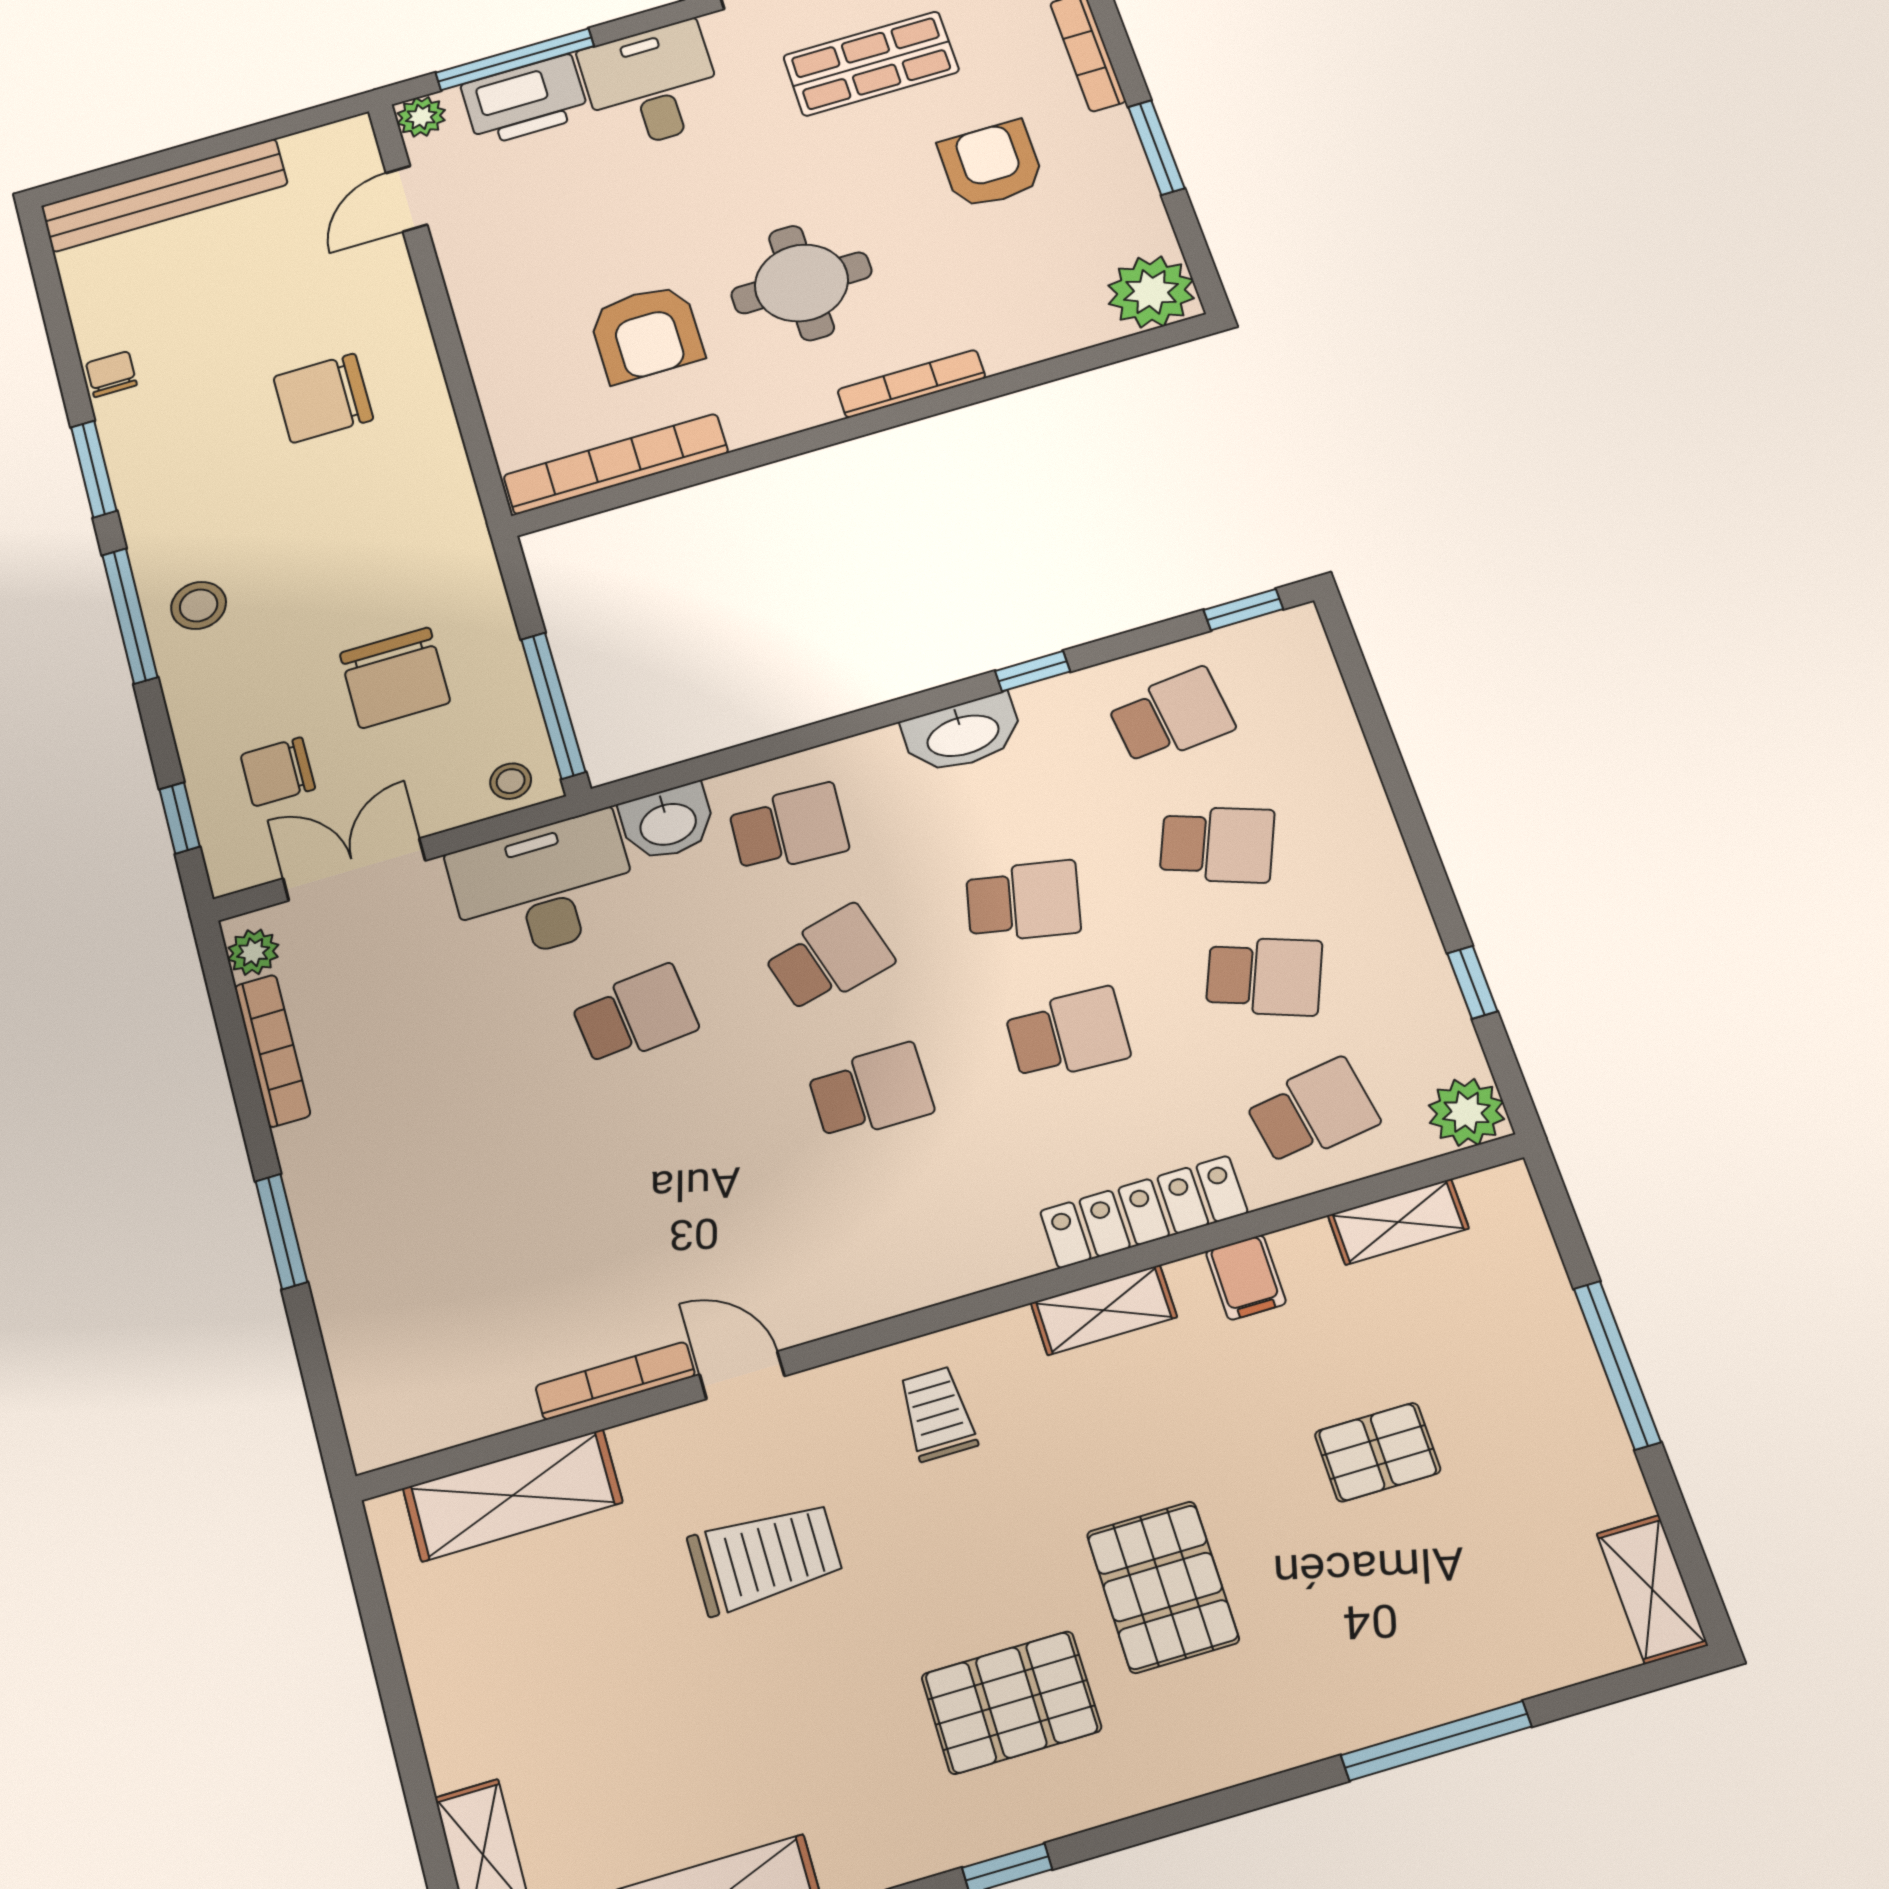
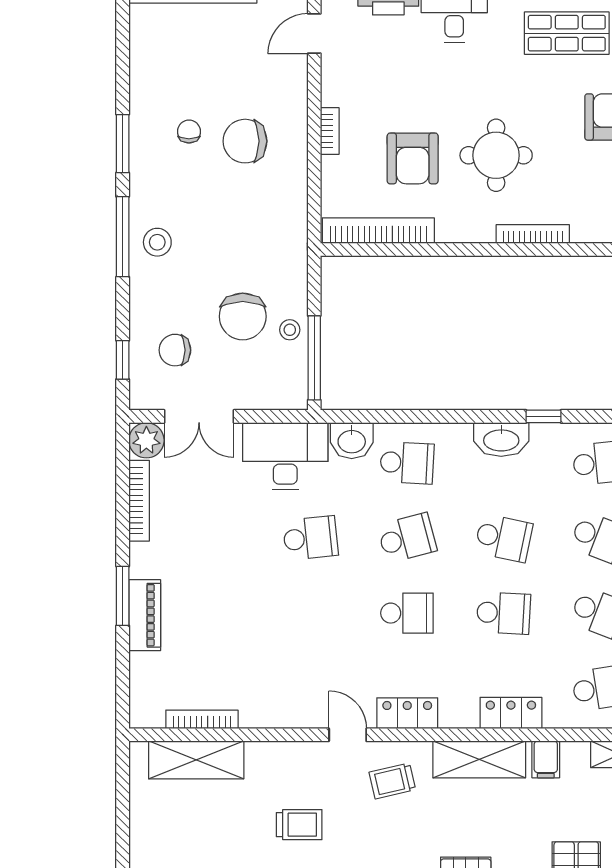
bookcase: (478, 337) -> (330, 131), added
chair: (111, 374) -> (189, 131), moved
stool: (511, 781) -> (290, 330), moved
double door: (354, 870) -> (199, 416), swing flipped
plant: (253, 952) -> (146, 440), width x1.38, depth x1.38
locker: (1144, 1212) -> (511, 713), width x0.66
piano: (335, 1254) -> (145, 615), added
locker: (929, 1276) -> (407, 713), added
shelving: (1104, 1310) -> (479, 759), width x1.50, depth x1.33
door: (742, 1375) -> (348, 735), moved
bookcase: (615, 1381) -> (202, 719), moved
trolley: (937, 1414) -> (392, 781), turned -103
trolley: (765, 1557) -> (299, 825), width x0.73, depth x0.72

